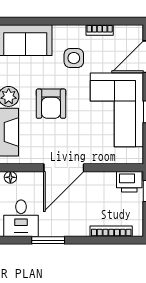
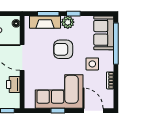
window: (42, 21) -> (116, 44), added
printer: (129, 182) -> (13, 84), moved

